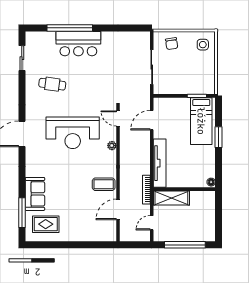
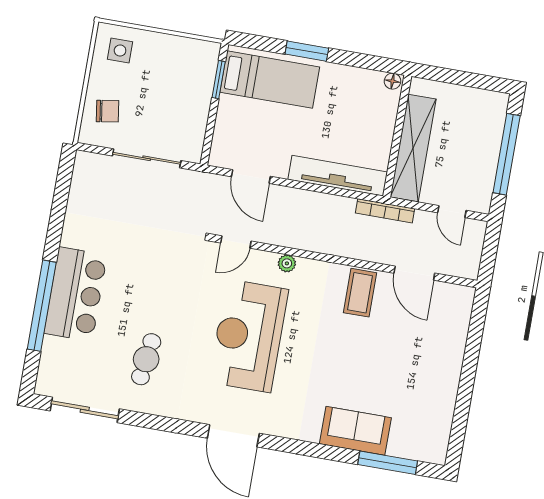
sliding door: (22, 58) -> (85, 410), width x1.37
reception desk: (73, 133) -> (248, 336), turned 180
shelving: (171, 198) -> (413, 148), width x1.47
rug: (46, 224) -> (419, 420), removed

